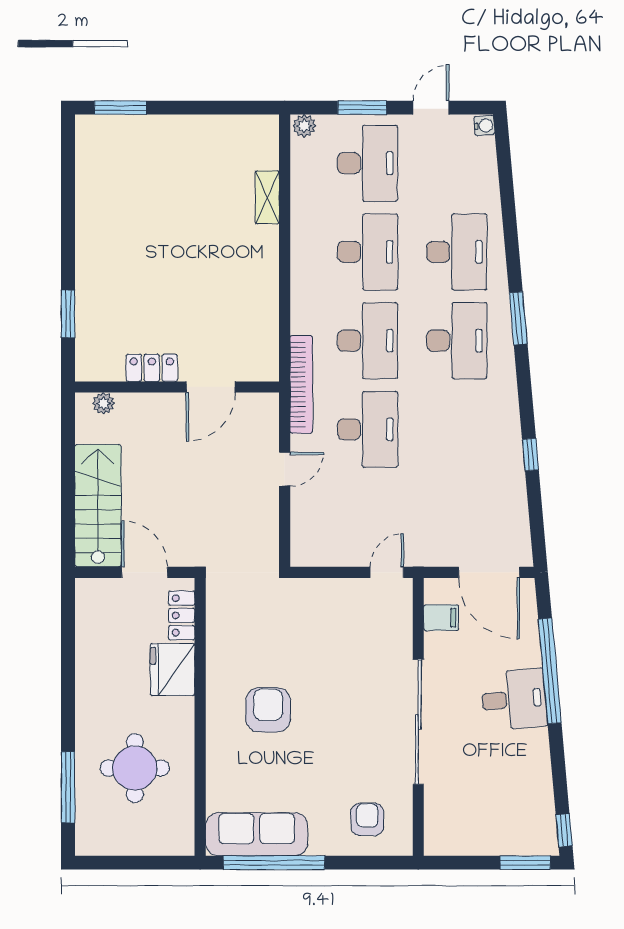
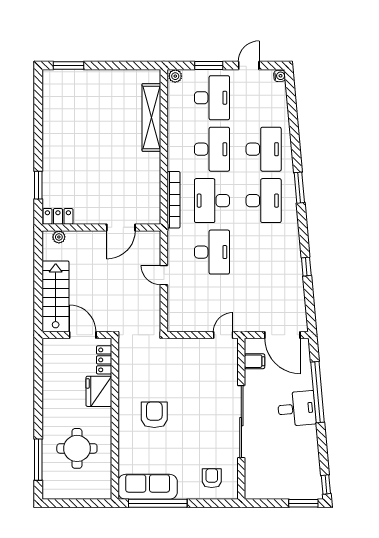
shelving: (267, 197) -> (151, 117), width x2.20, depth x1.33
desk: (368, 341) -> (212, 201), turned 180
locker: (152, 368) -> (58, 216), moved
bookcase: (301, 384) -> (174, 200), moved
door: (285, 469) -> (164, 275), swing flipped

